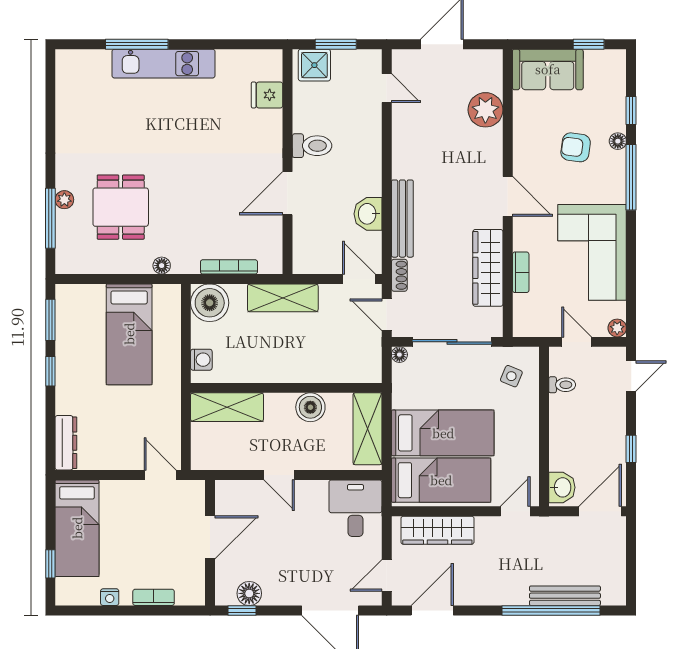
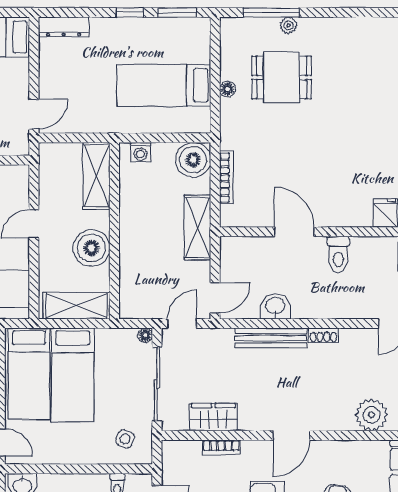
floor lamp: (162, 266) -> (227, 89), moved
wardrobe: (488, 268) -> (213, 417), width x0.67
shoe rack: (399, 275) -> (323, 335), moved
boiler: (310, 407) -> (91, 248), width x1.37, depth x1.37

